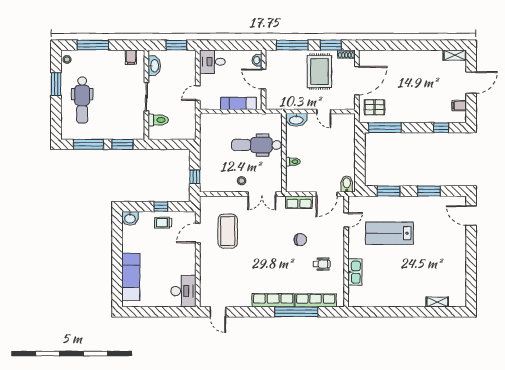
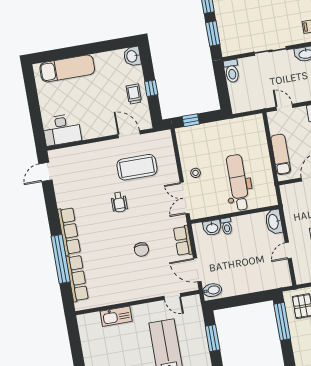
toilet: (158, 120) -> (232, 71), moved
washbasin: (292, 175) -> (212, 228), added
wheelchair: (322, 264) -> (119, 202), moved

